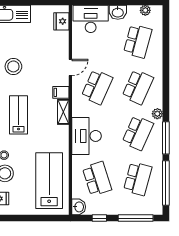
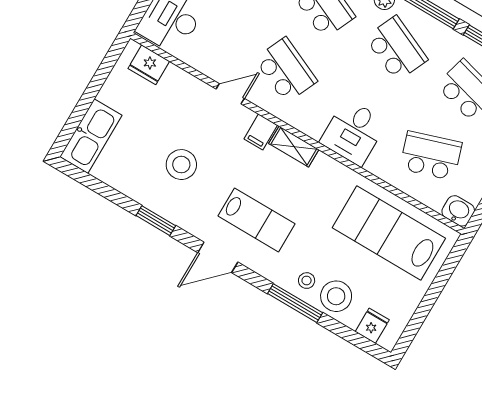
stool: (13, 66) -> (181, 165), moved
door: (70, 68) -> (230, 94), hinge flipped
lab bench: (19, 115) -> (256, 220), turned 180
desk: (87, 136) -> (353, 132), width x0.73

